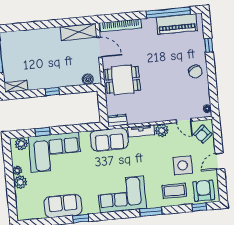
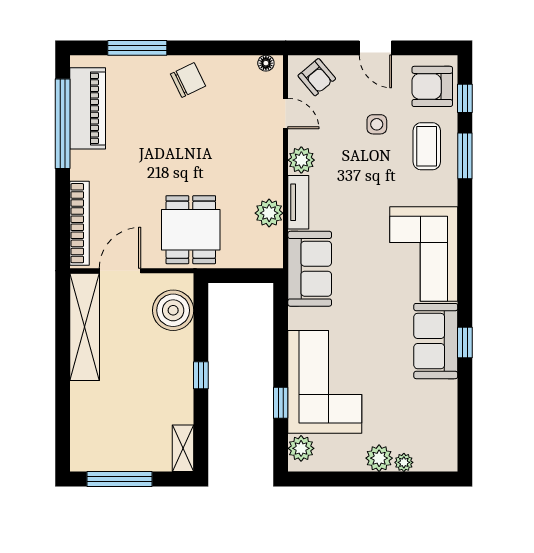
shelving: (79, 32) -> (85, 327), width x1.47
window: (209, 45) -> (137, 48), width x2.17
boiler: (88, 79) -> (173, 310), width x1.86, depth x1.86
plant: (134, 117) -> (269, 213), added
dresser: (117, 120) -> (272, 249), removed
door: (184, 121) -> (286, 114), hinge flipped
side table: (183, 165) -> (377, 124), width x0.54, depth x0.54
plant: (17, 170) -> (404, 462), moved
sofa: (63, 206) -> (436, 341), moved
window: (151, 212) -> (465, 156), moved

